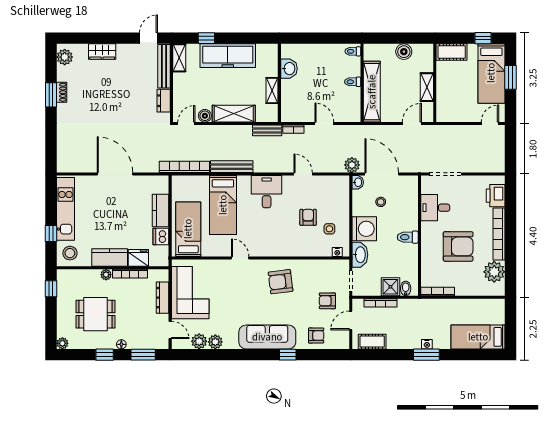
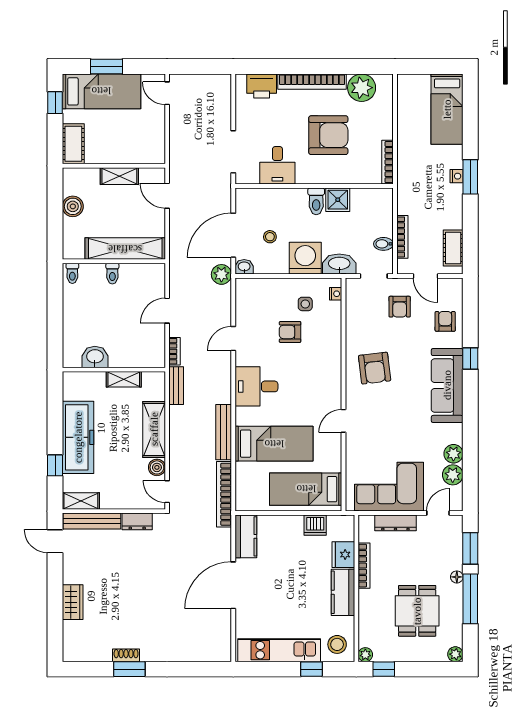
plant: (65, 57) -> (80, 651), removed
kitchen counter: (161, 211) -> (246, 536), moved, turned -90
armchair: (458, 246) -> (328, 135), turned 90
plant: (106, 275) -> (365, 655), moved
shower: (390, 287) -> (338, 200), moved
bidet: (406, 288) -> (383, 244), moved
window: (105, 355) -> (470, 599), width x2.17

